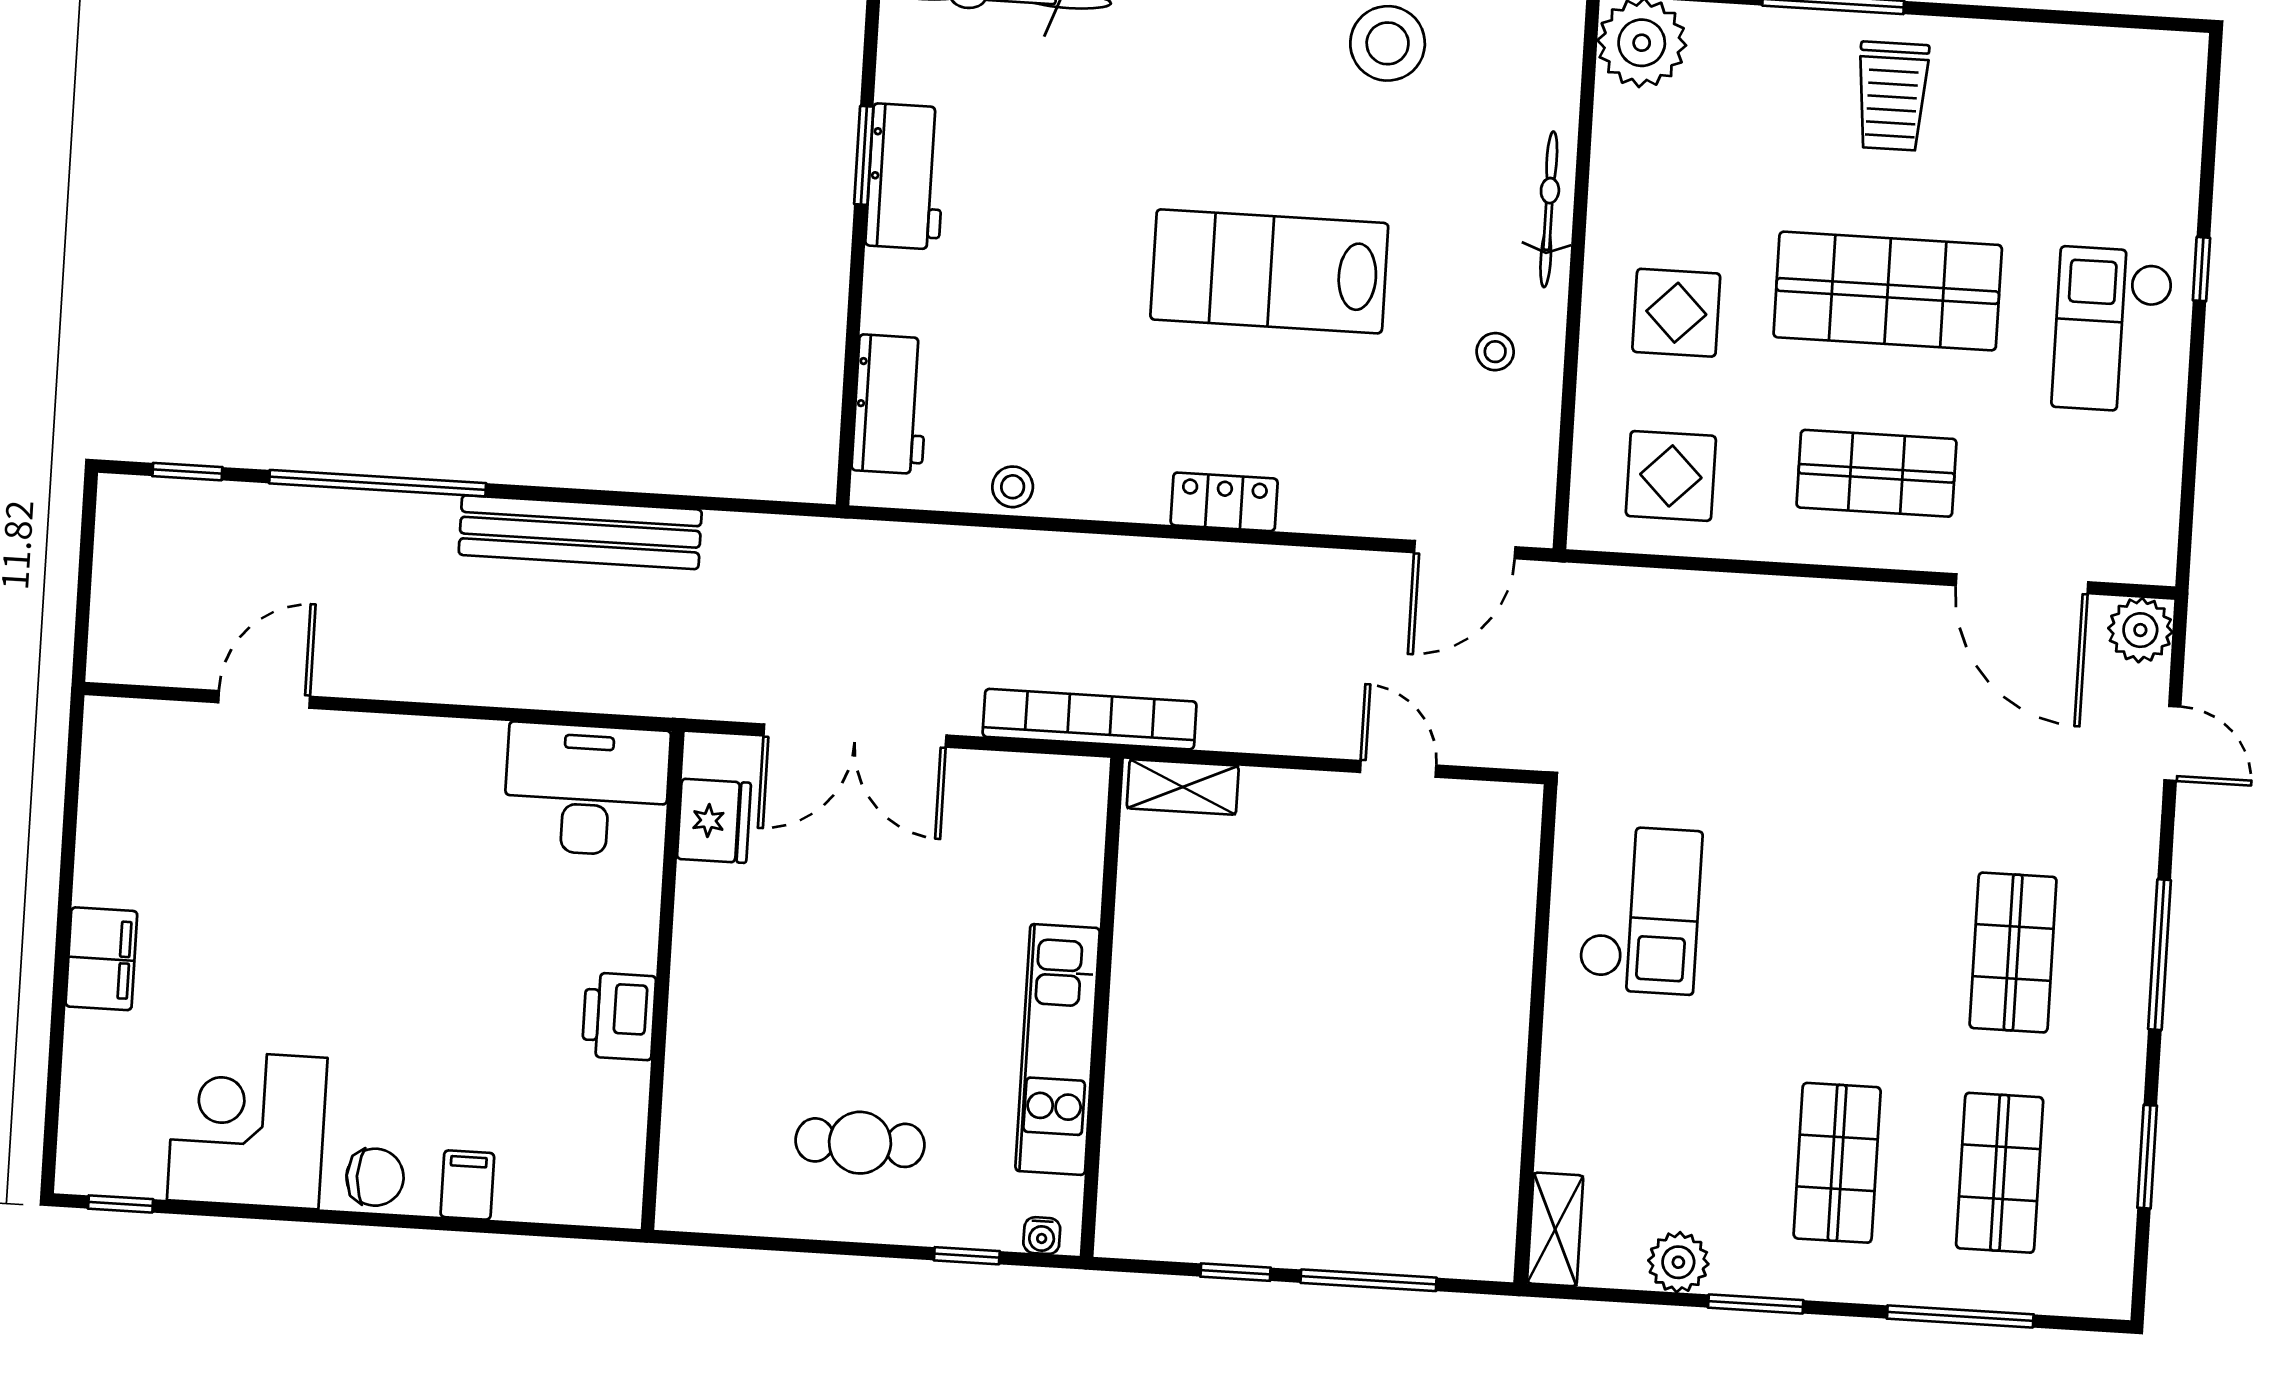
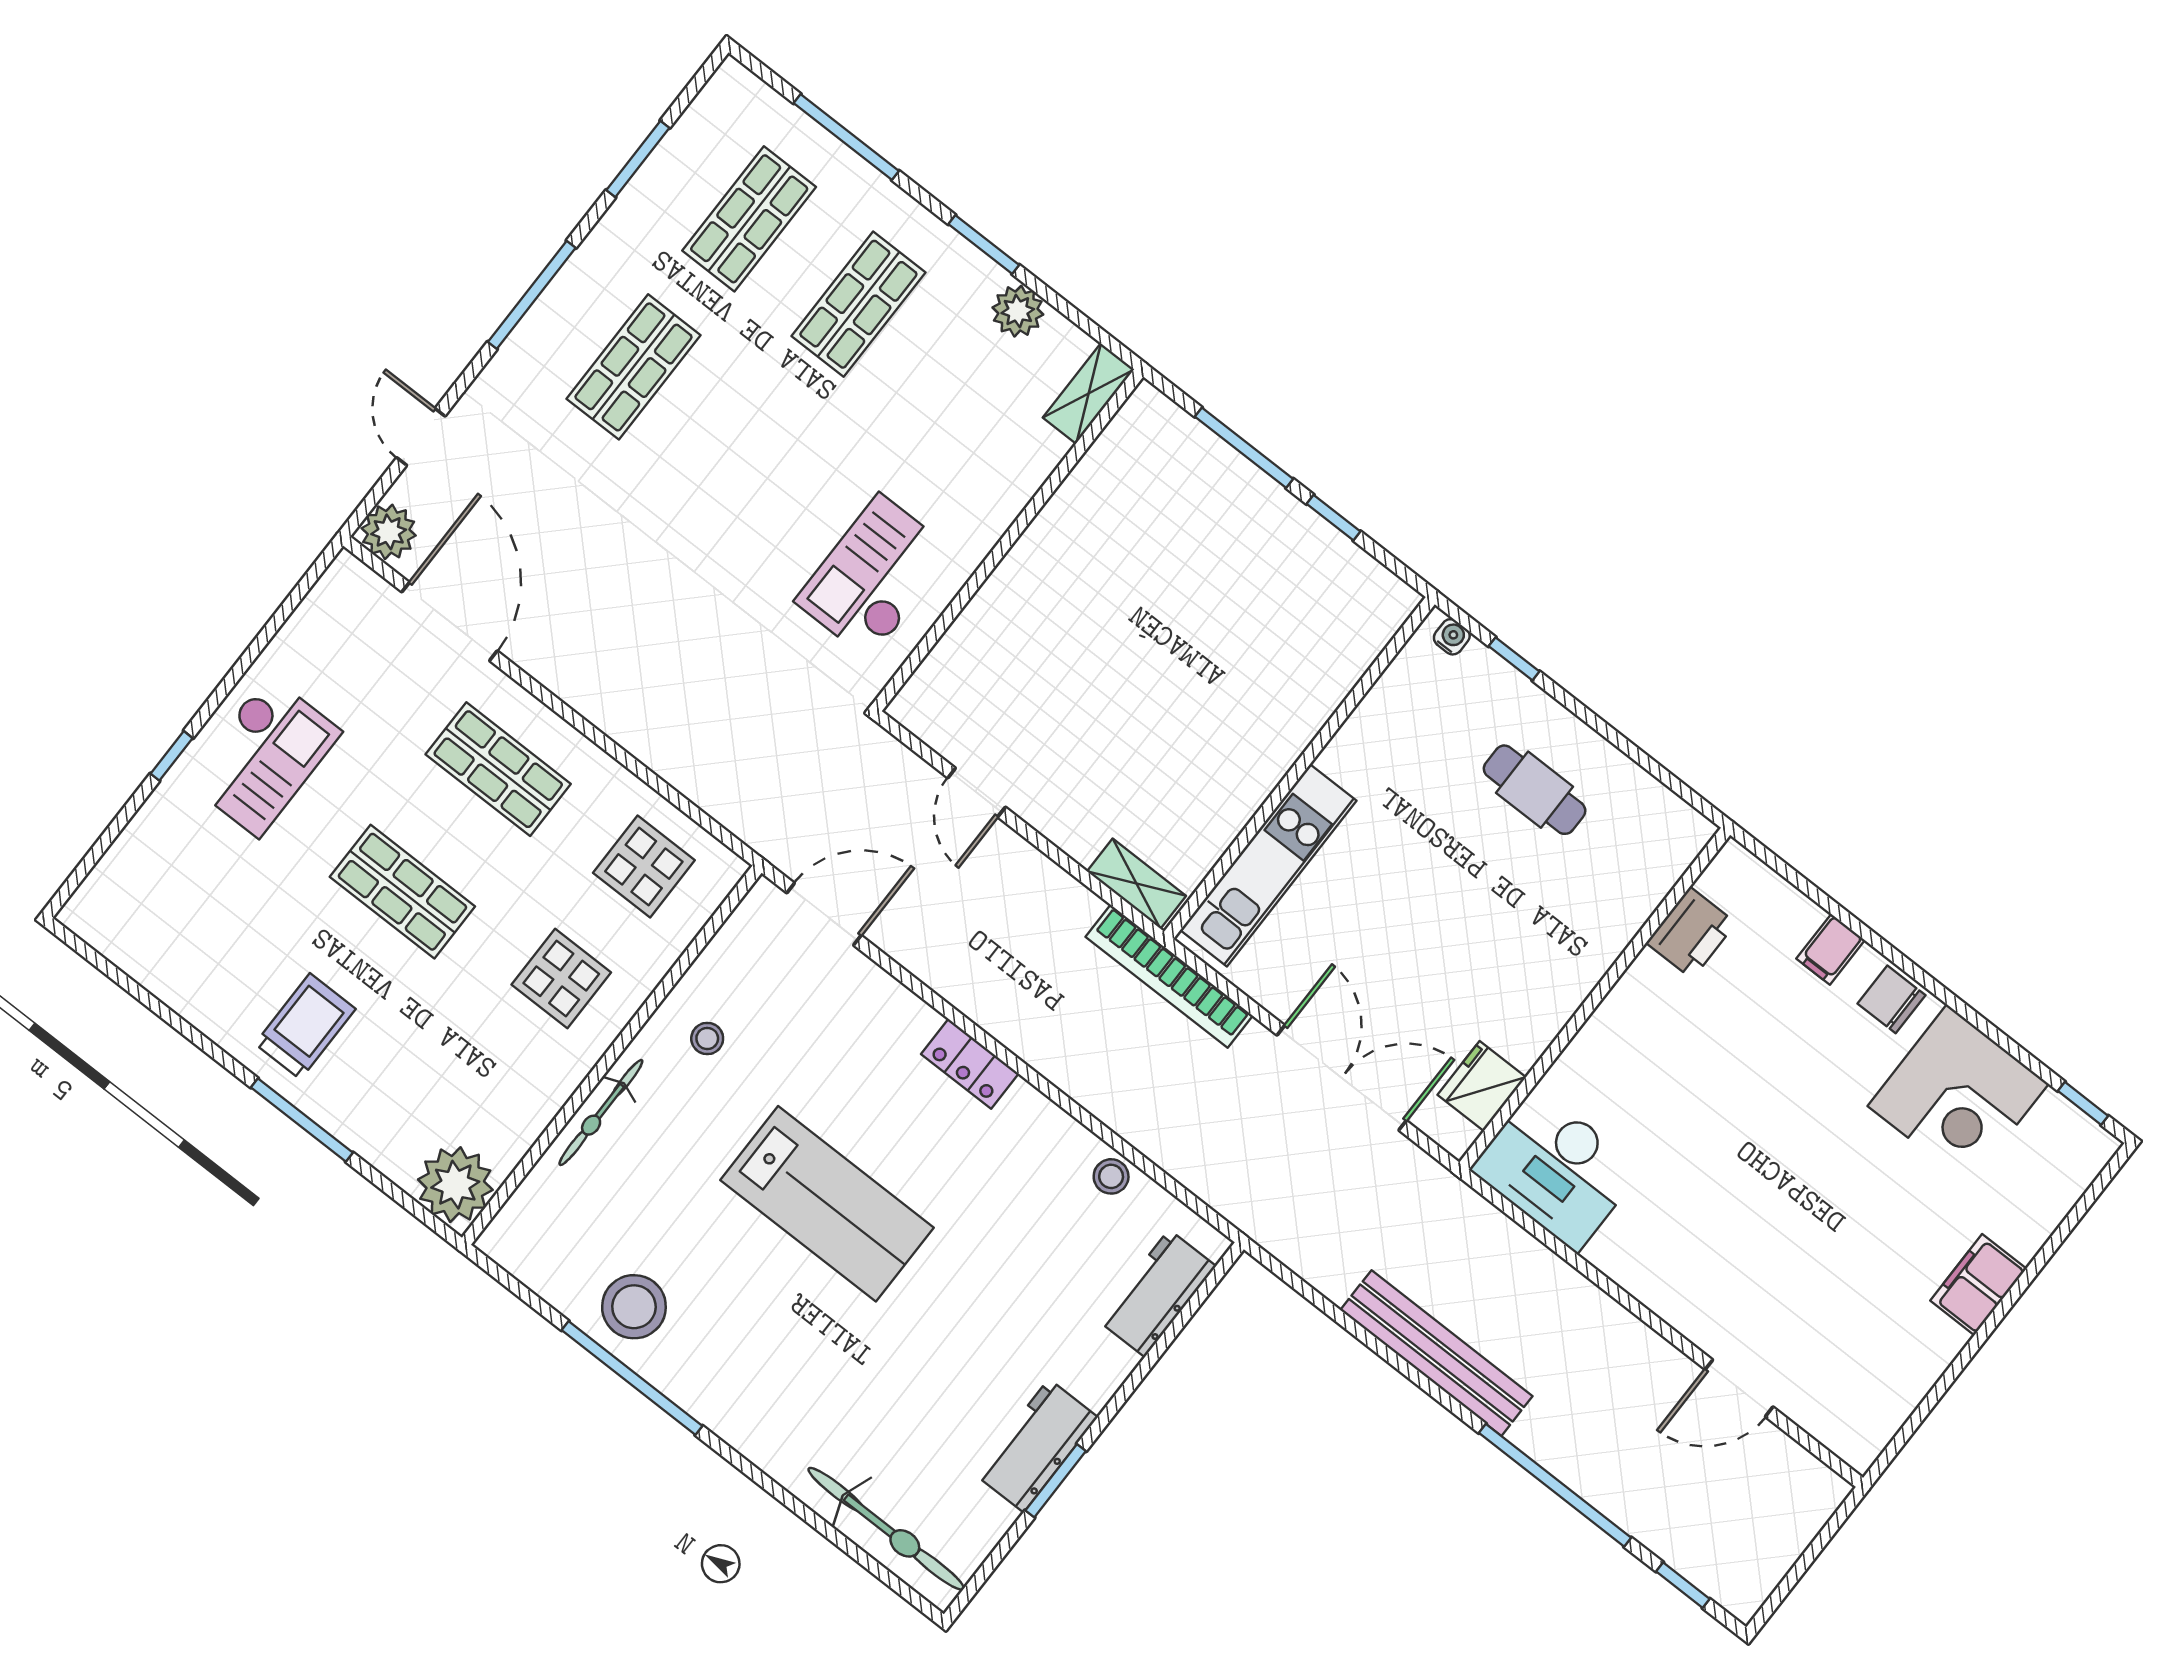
shop shelf: (1888, 291) -> (402, 892), width x0.70, depth x0.74
printer: (619, 1016) -> (1691, 933), moved
kitchen unit: (1058, 1049) -> (1268, 865), moved

